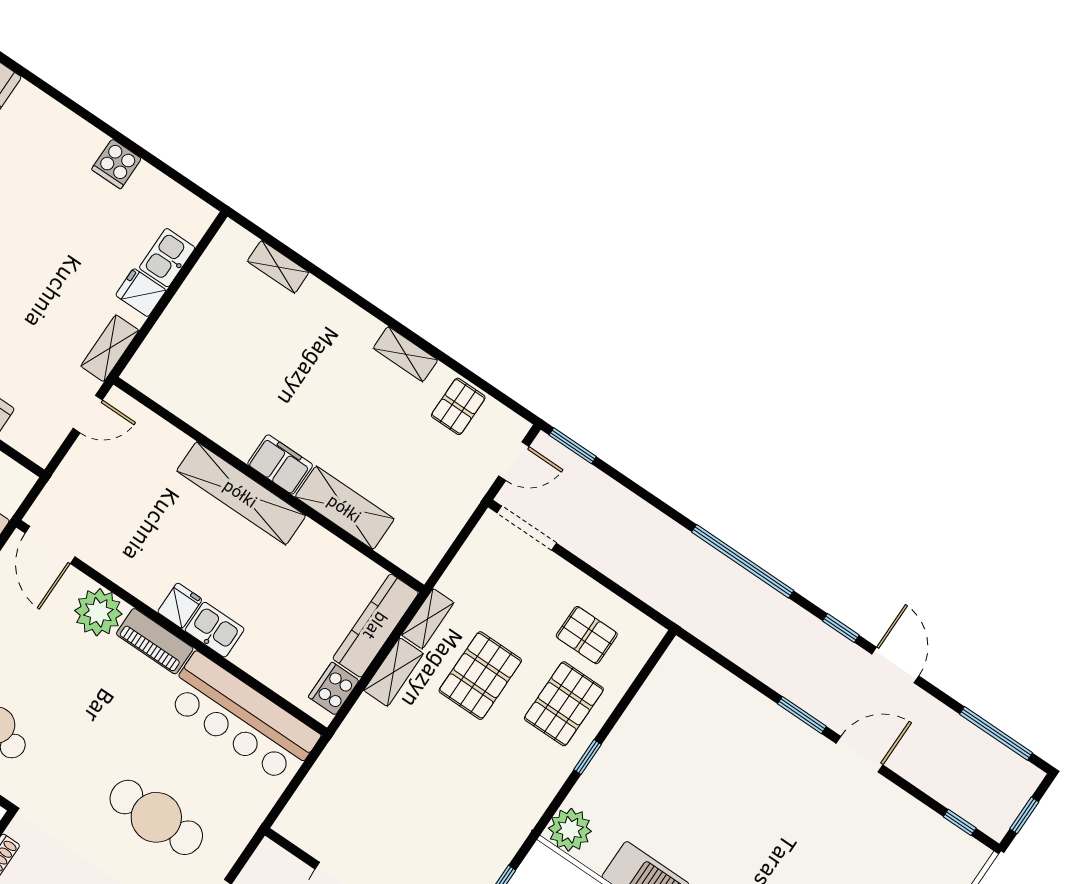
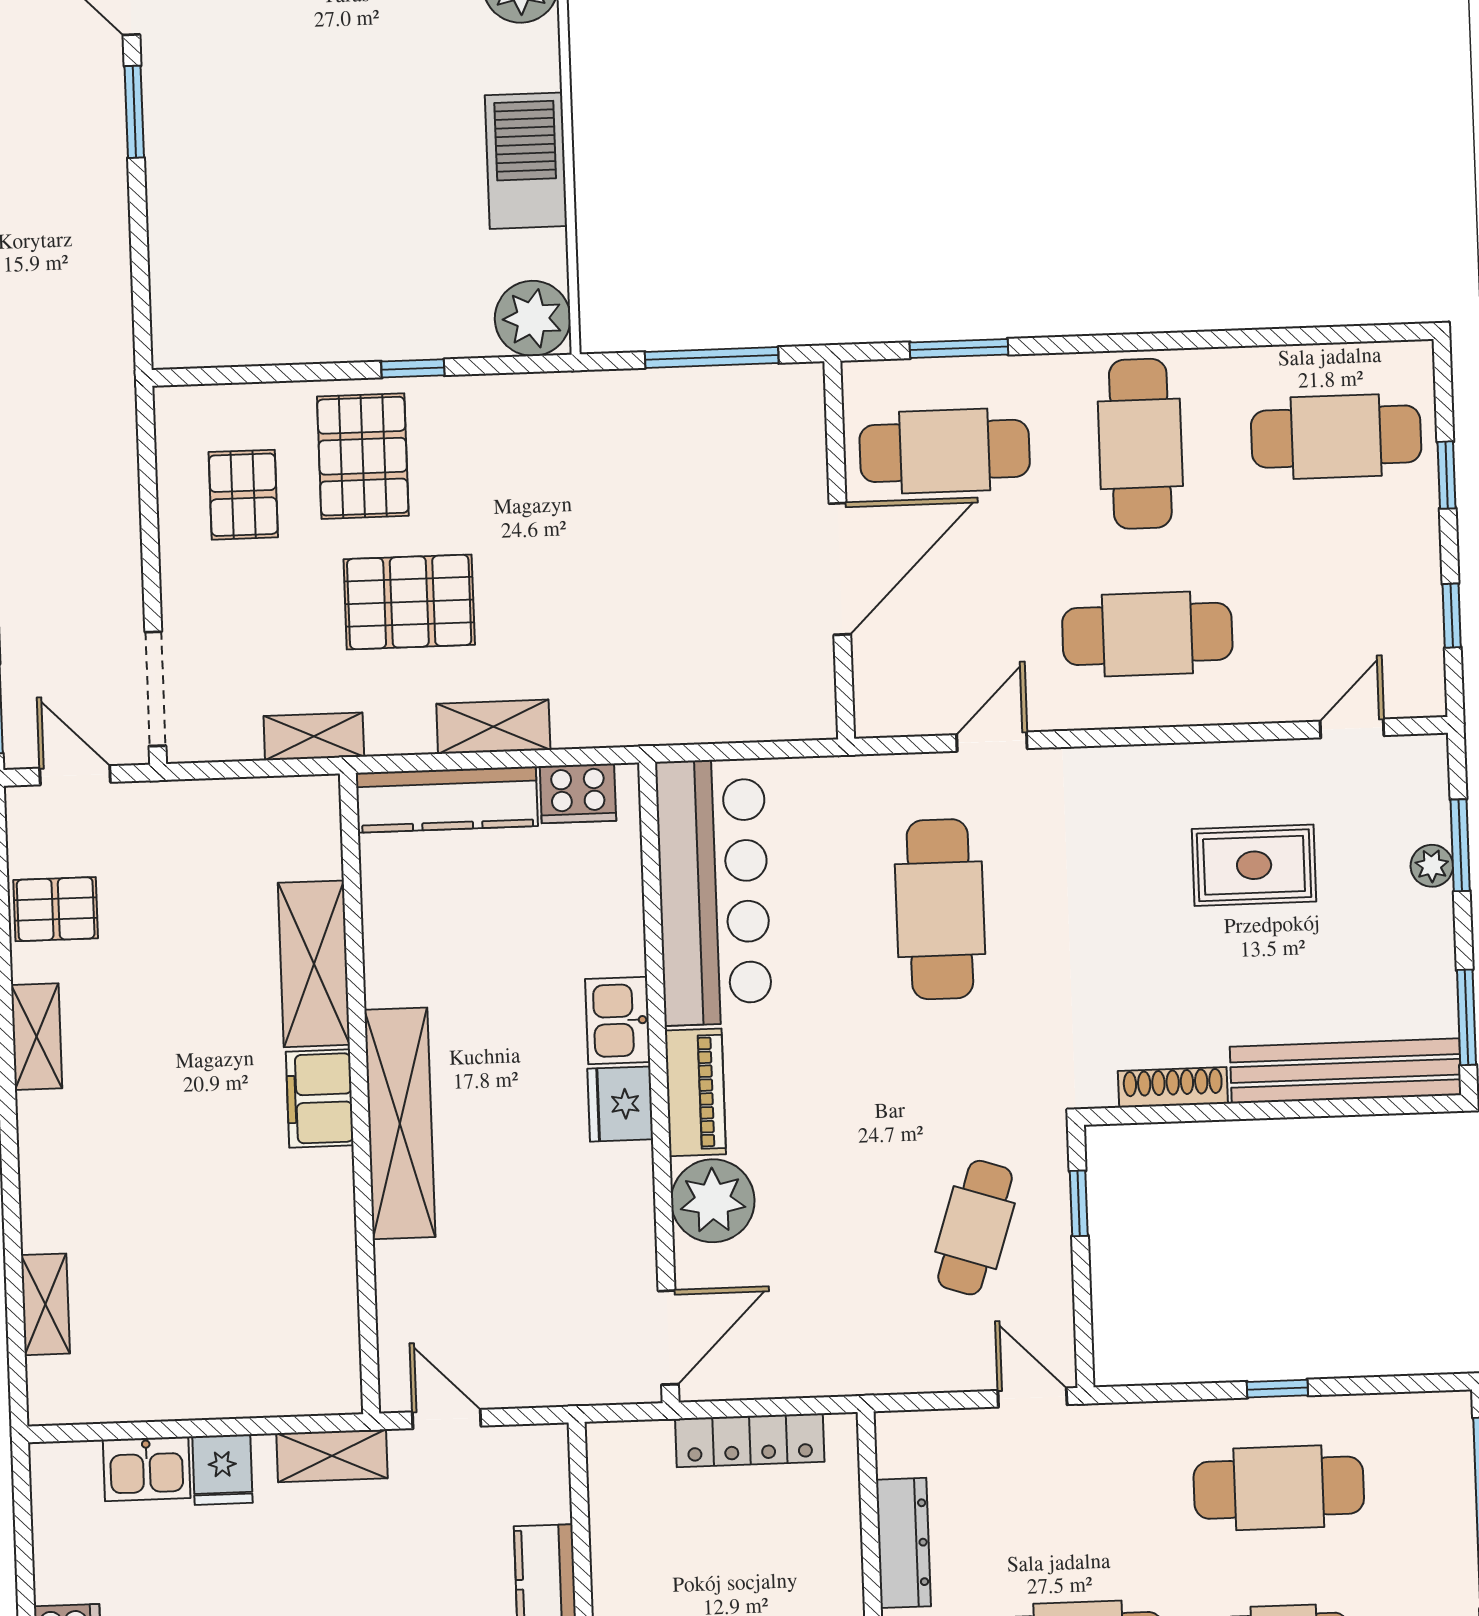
fridge: (180, 606) -> (620, 1104), width x1.38
shelving: (428, 619) -> (314, 736), moved
pallet: (564, 704) -> (363, 456), turned 90

